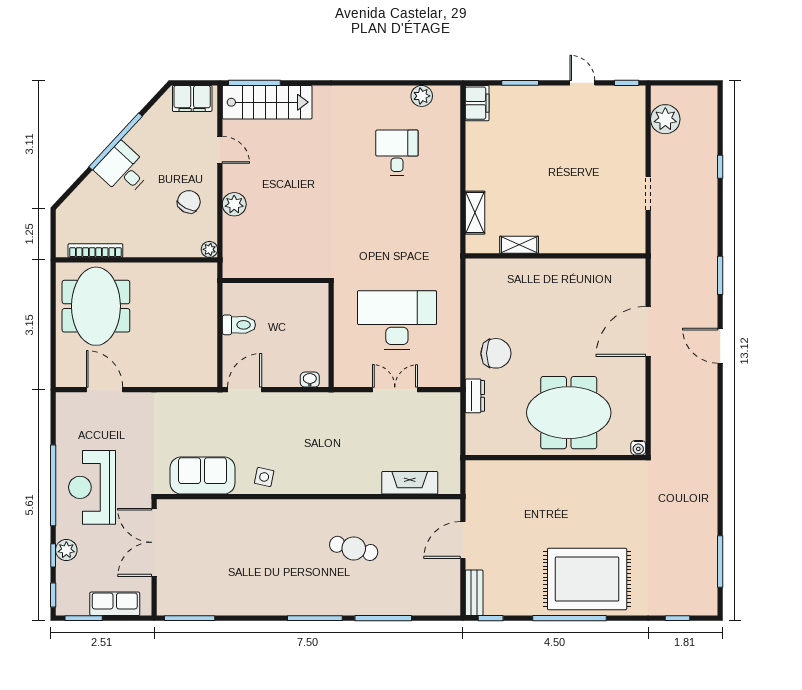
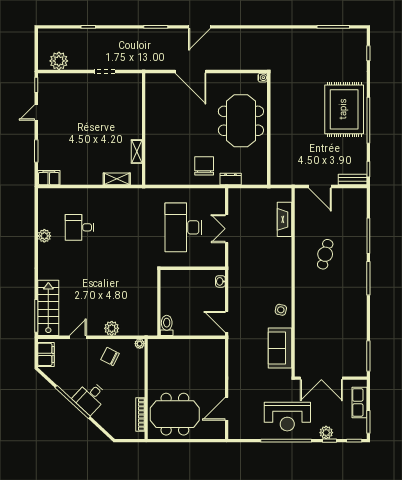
plant: (422, 96) -> (44, 236), moved
toilet: (239, 325) -> (167, 325), moved

